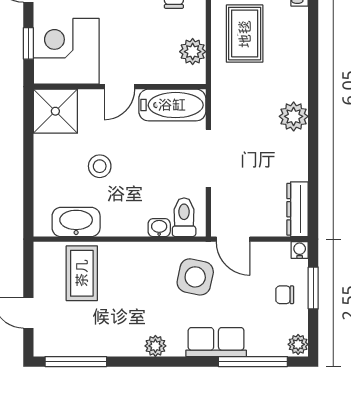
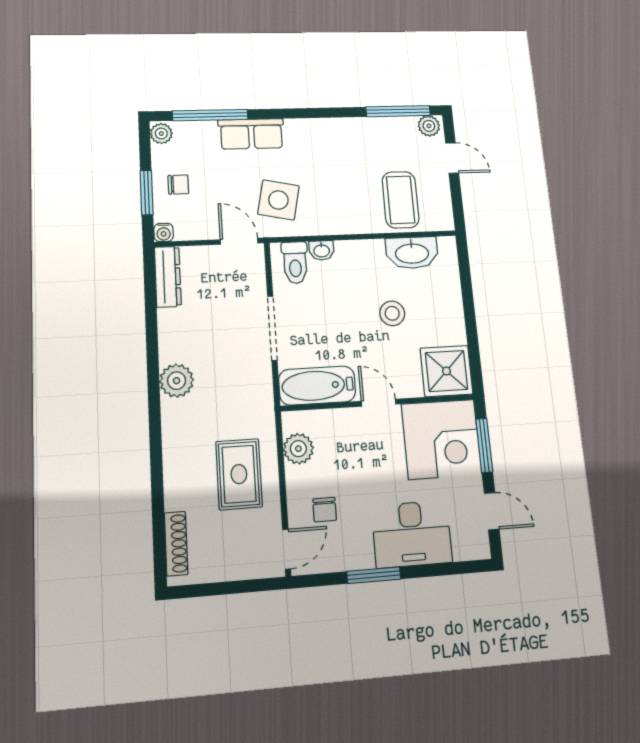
window: (28, 43) -> (484, 445), width x1.50
door: (119, 87) -> (378, 403), hinge flipped
plant: (155, 346) -> (429, 126), moved

